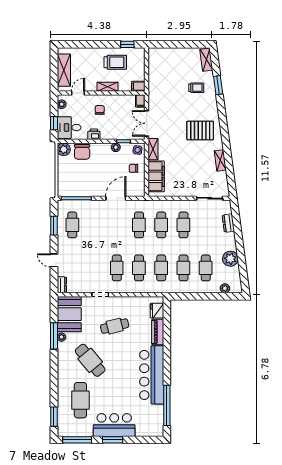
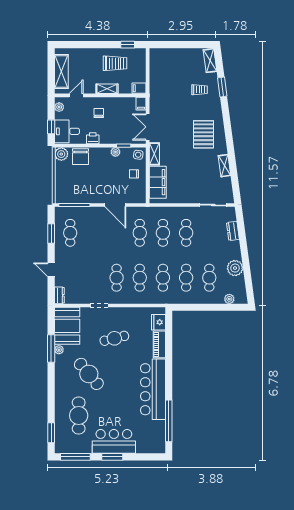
pallet: (200, 130) -> (204, 134), turned 90
door: (116, 198) -> (115, 205), swing flipped

